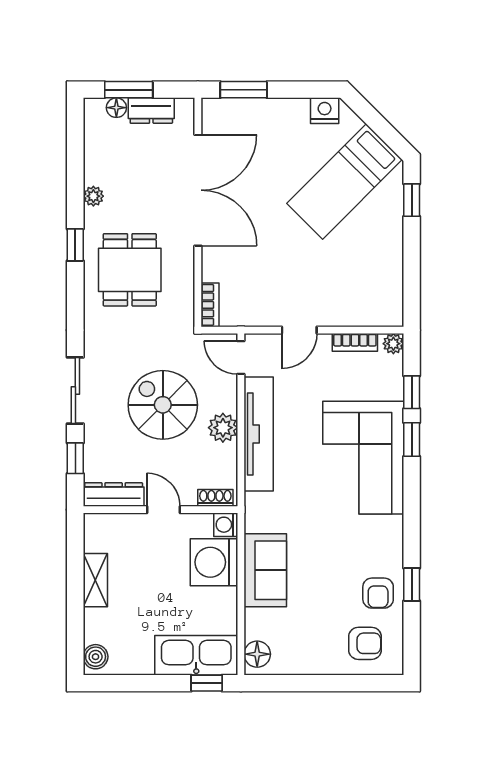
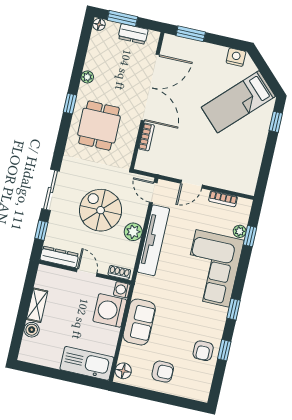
floor lamp: (116, 108) -> (99, 24), moved
bookcase: (210, 305) -> (146, 137), moved
plant: (393, 344) -> (240, 231), moved
window: (412, 439) -> (233, 309), moved
armchair: (365, 643) -> (163, 372), moved
boiler: (96, 657) -> (32, 330), moved
window: (207, 683) -> (89, 381), removed

